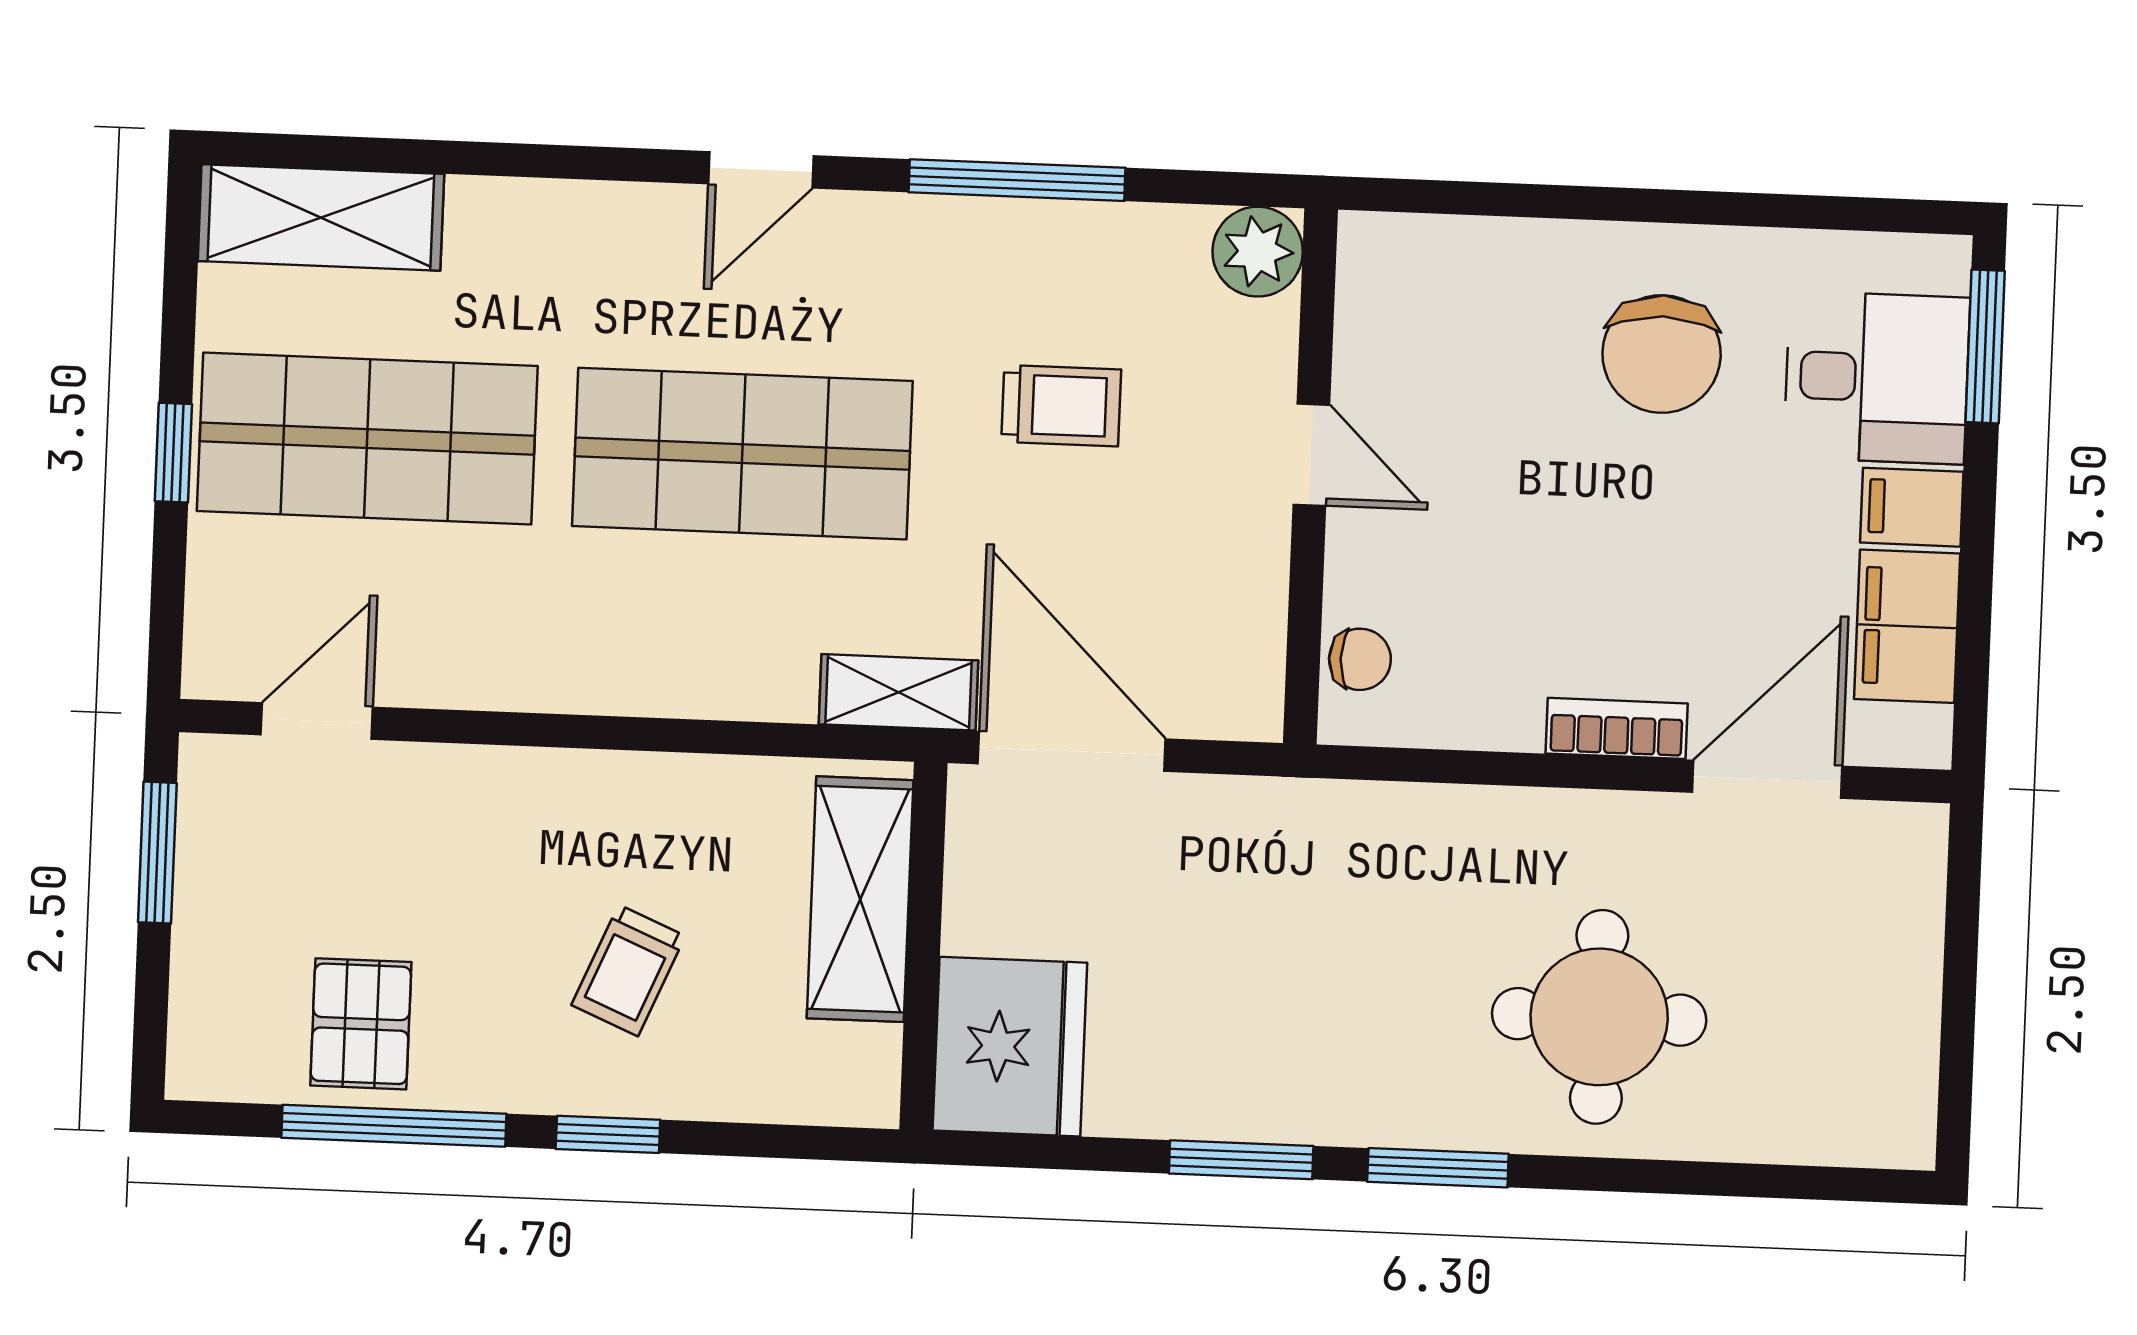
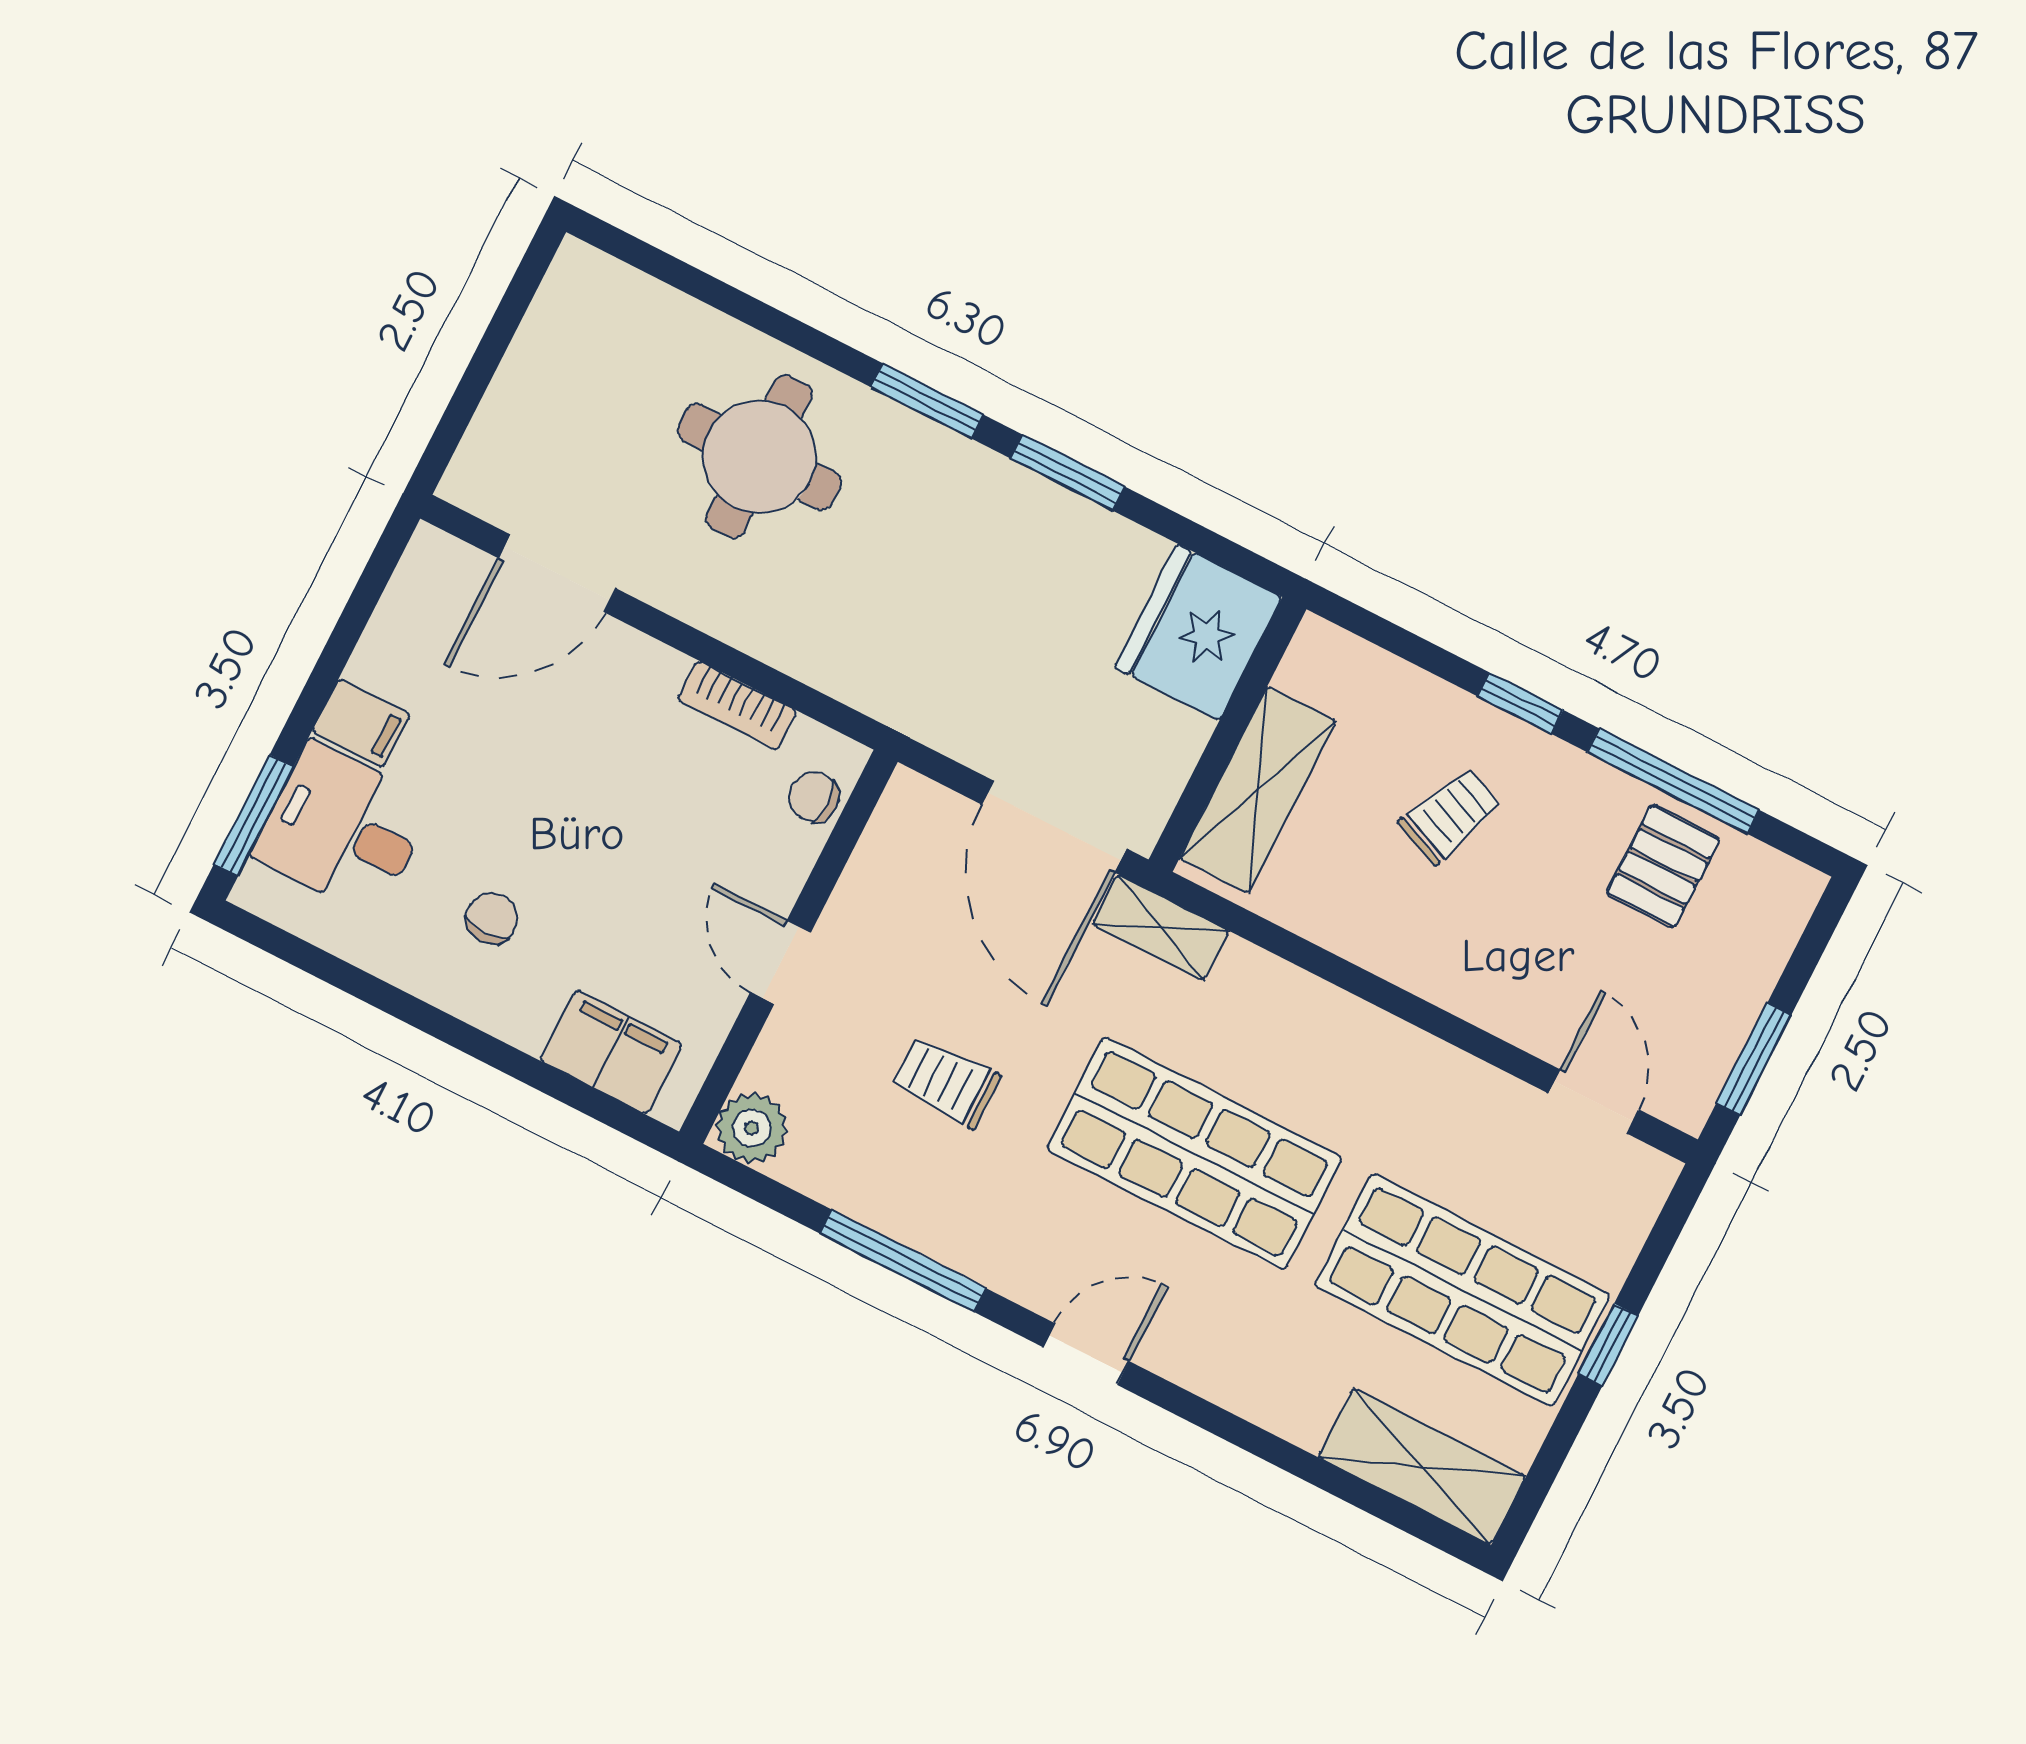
chair: (1662, 354) -> (492, 918), width x0.54, depth x0.54
filing cabinet: (1907, 626) -> (611, 1052), moved, turned -90
door: (317, 721) -> (1594, 1101), swing flipped
bookcase: (1617, 728) -> (737, 705), moved

